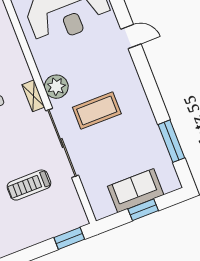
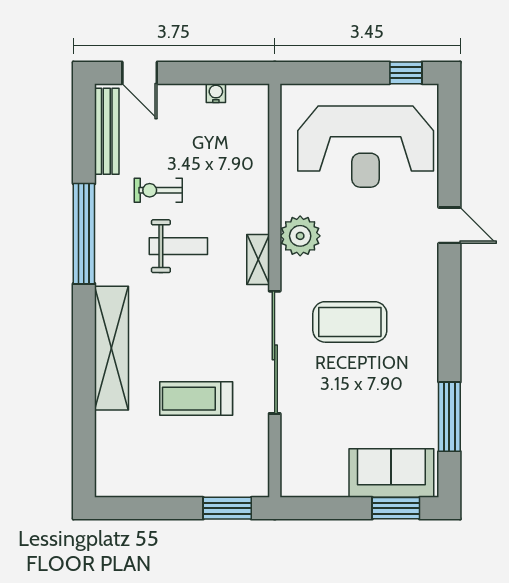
plant: (56, 87) -> (300, 236), moved
sofa: (136, 191) -> (391, 473), moved
window: (143, 210) -> (396, 508), moved

